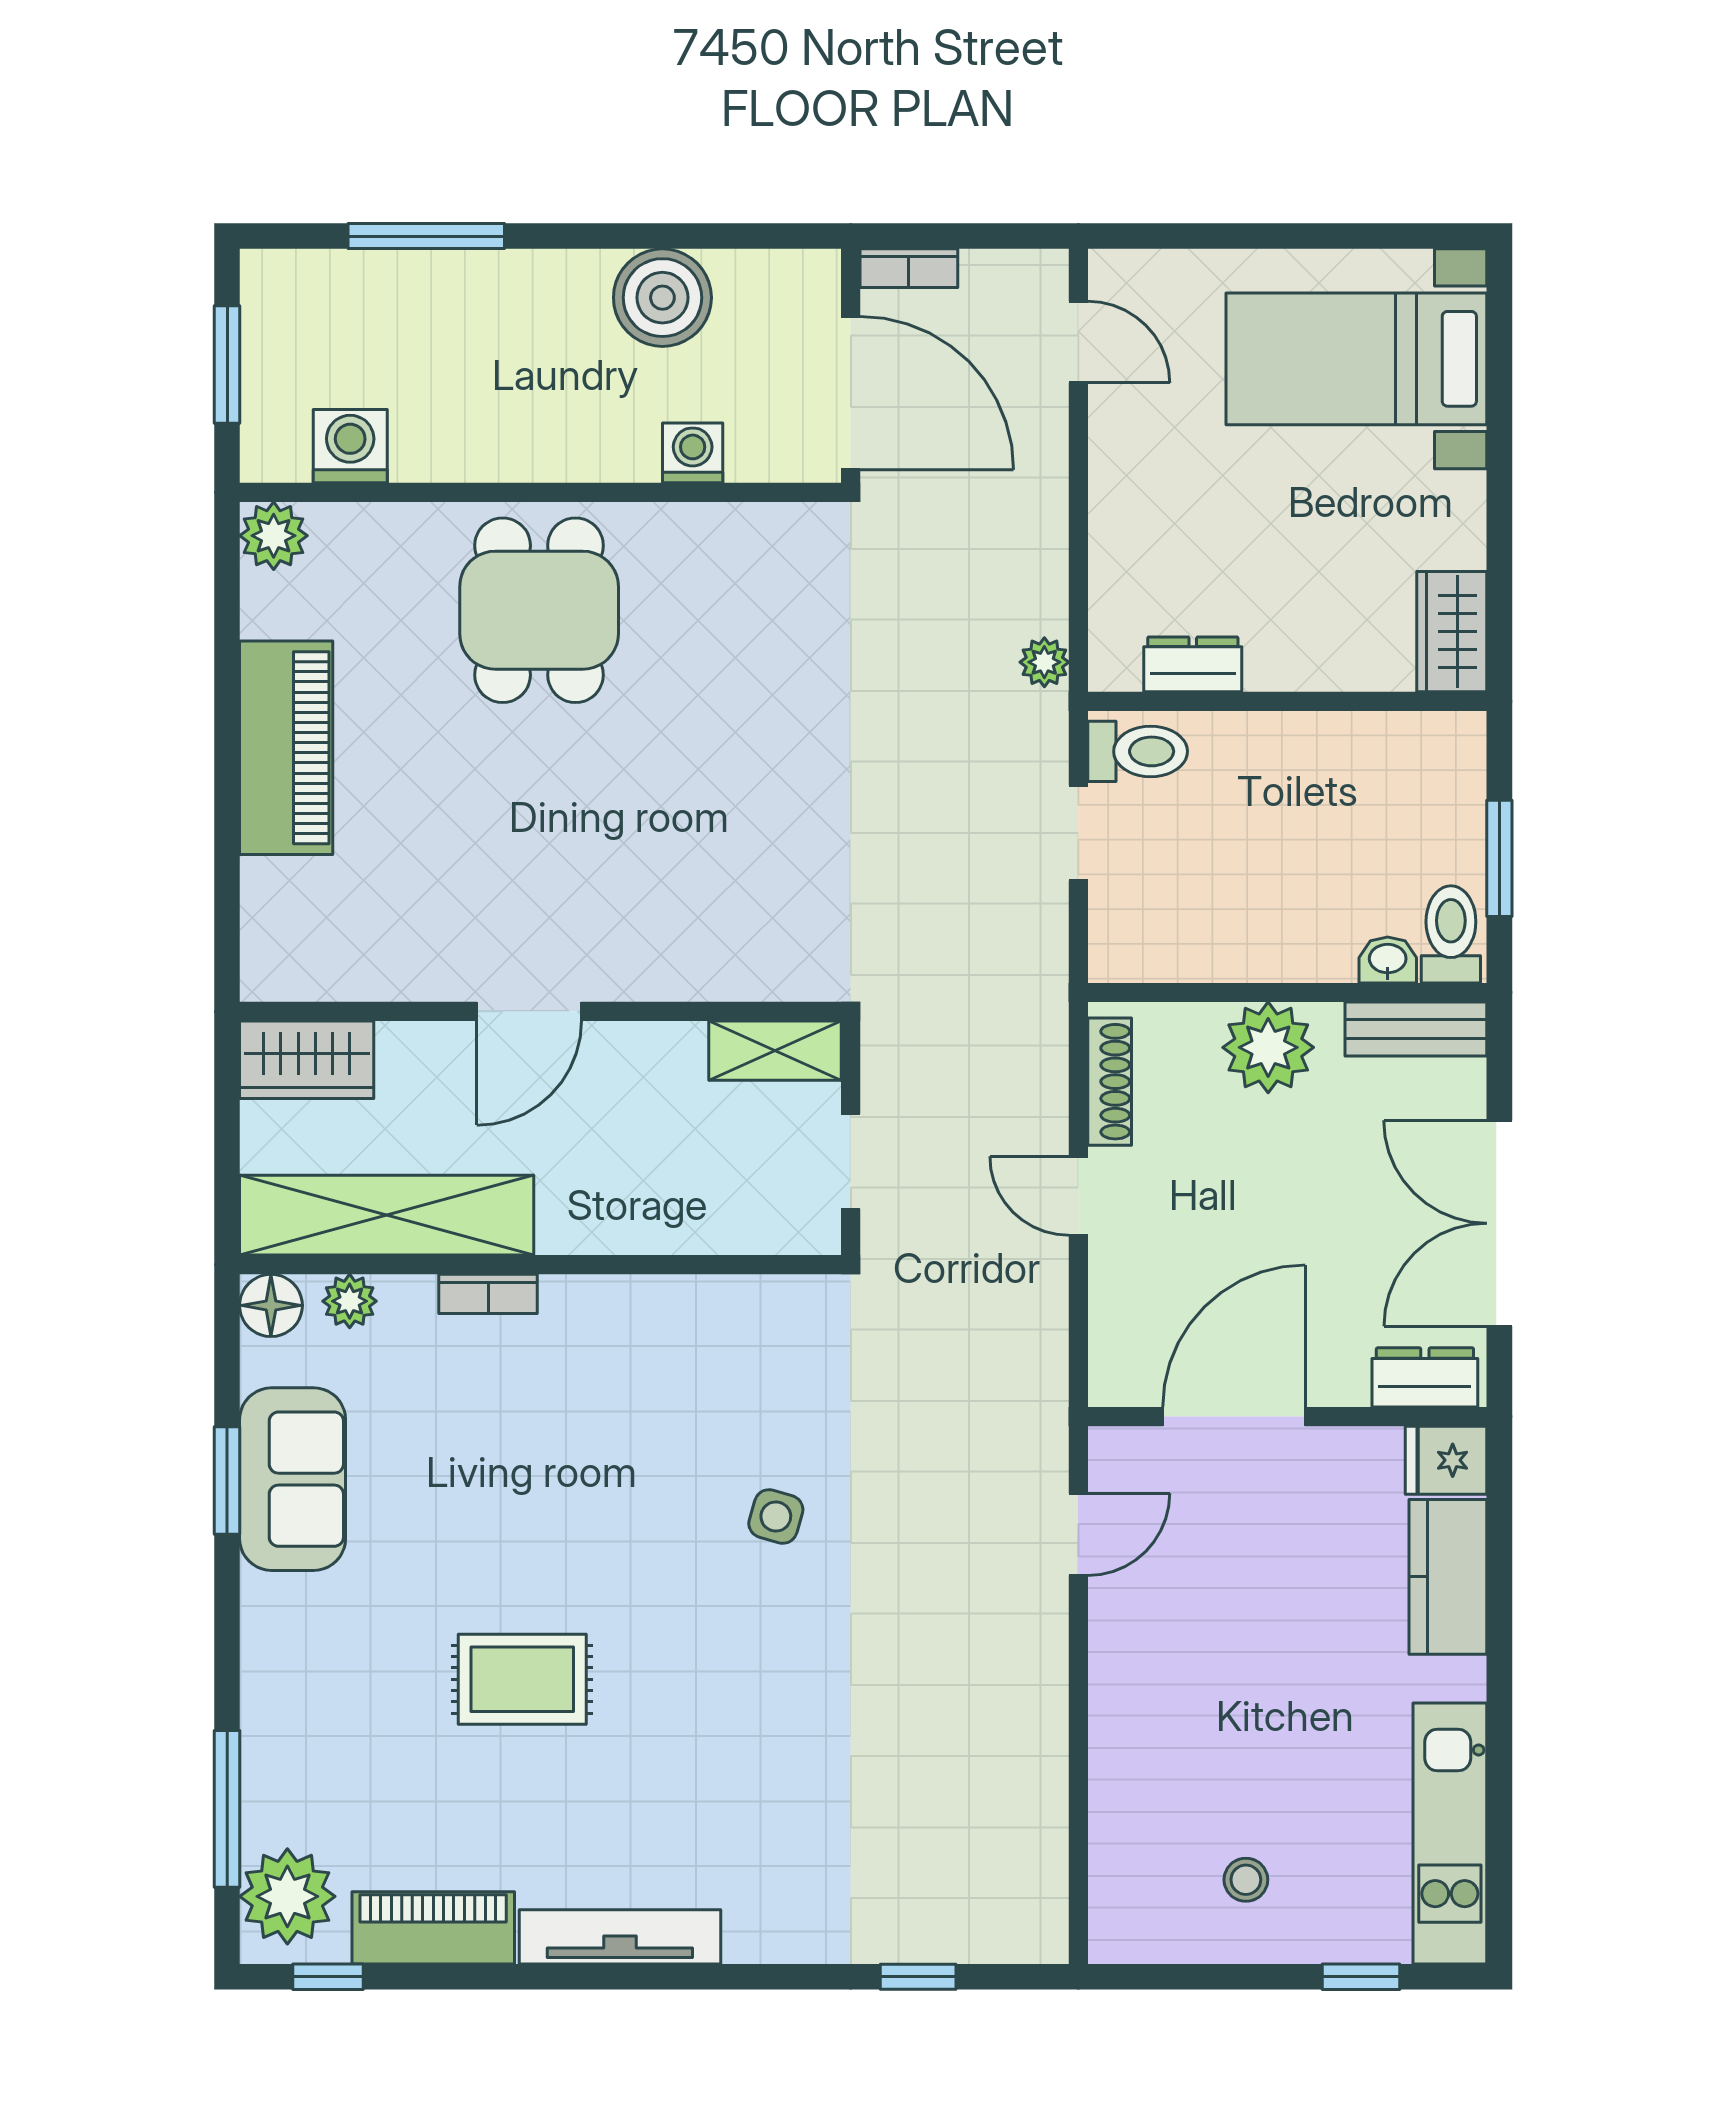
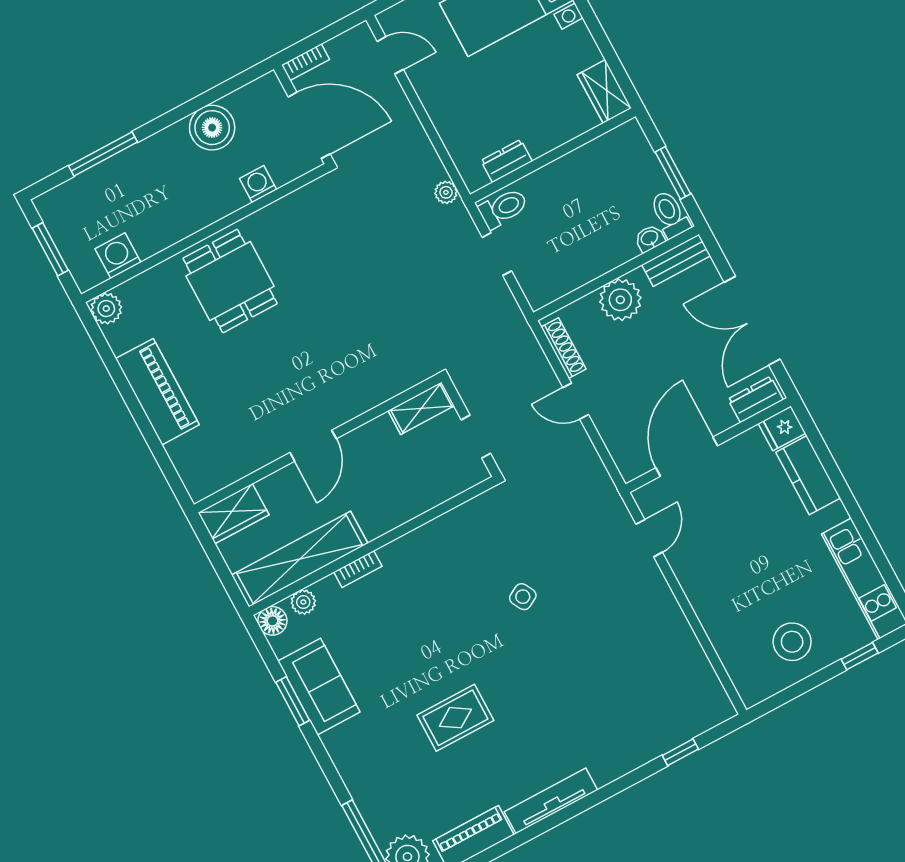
side table: (776, 1516) -> (523, 597), turned 45
stool: (1246, 1880) -> (792, 642), width x1.89, depth x1.89

